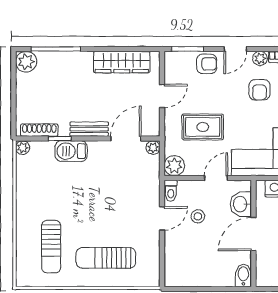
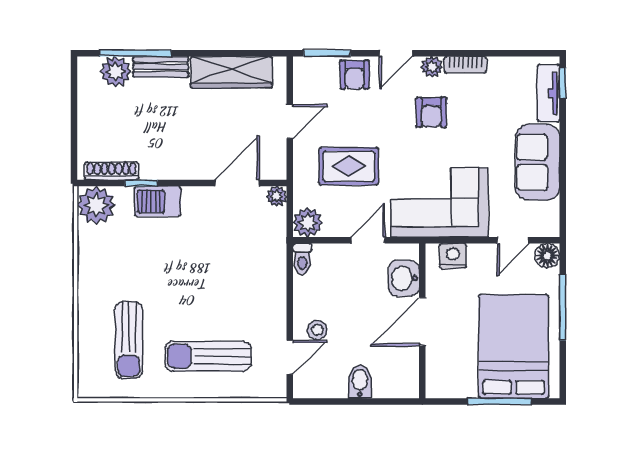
plant: (26, 62) -> (116, 72), moved
armchair: (207, 64) -> (355, 75), turned 90
bench: (89, 129) -> (161, 67), moved
plant: (23, 148) -> (96, 205), width x1.88, depth x1.88
stool: (198, 216) -> (317, 330), moved
door: (162, 218) -> (290, 357), moved
bidet: (243, 275) -> (360, 382), moved

